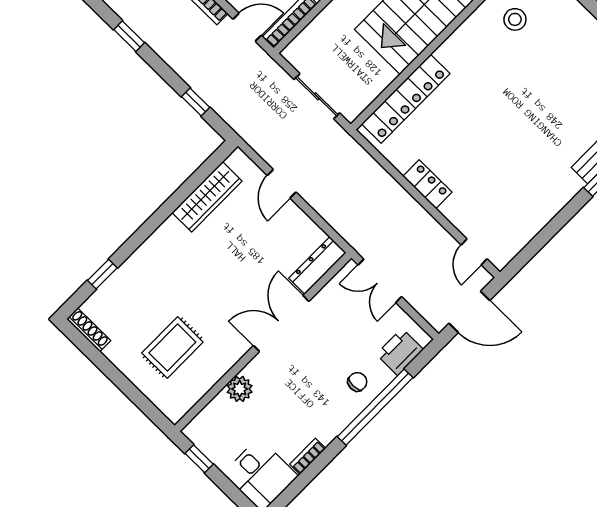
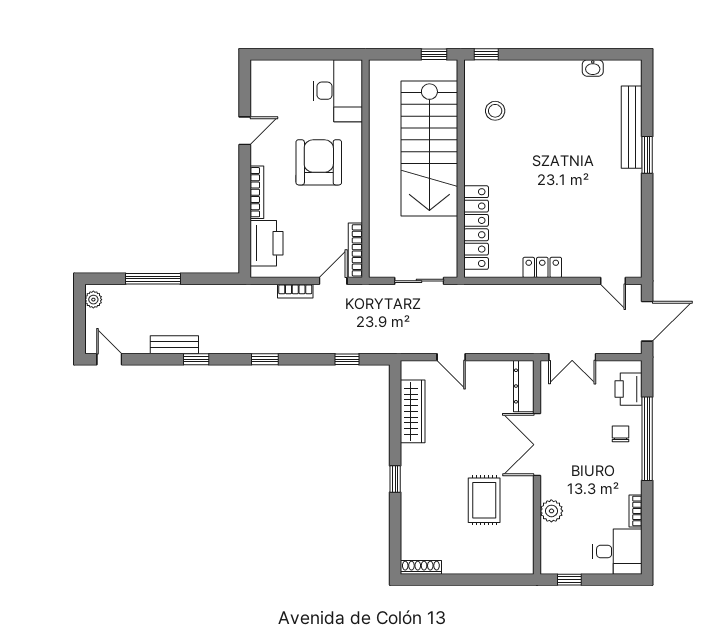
window: (102, 274) -> (395, 479), moved
rug: (172, 347) -> (484, 500), moved

